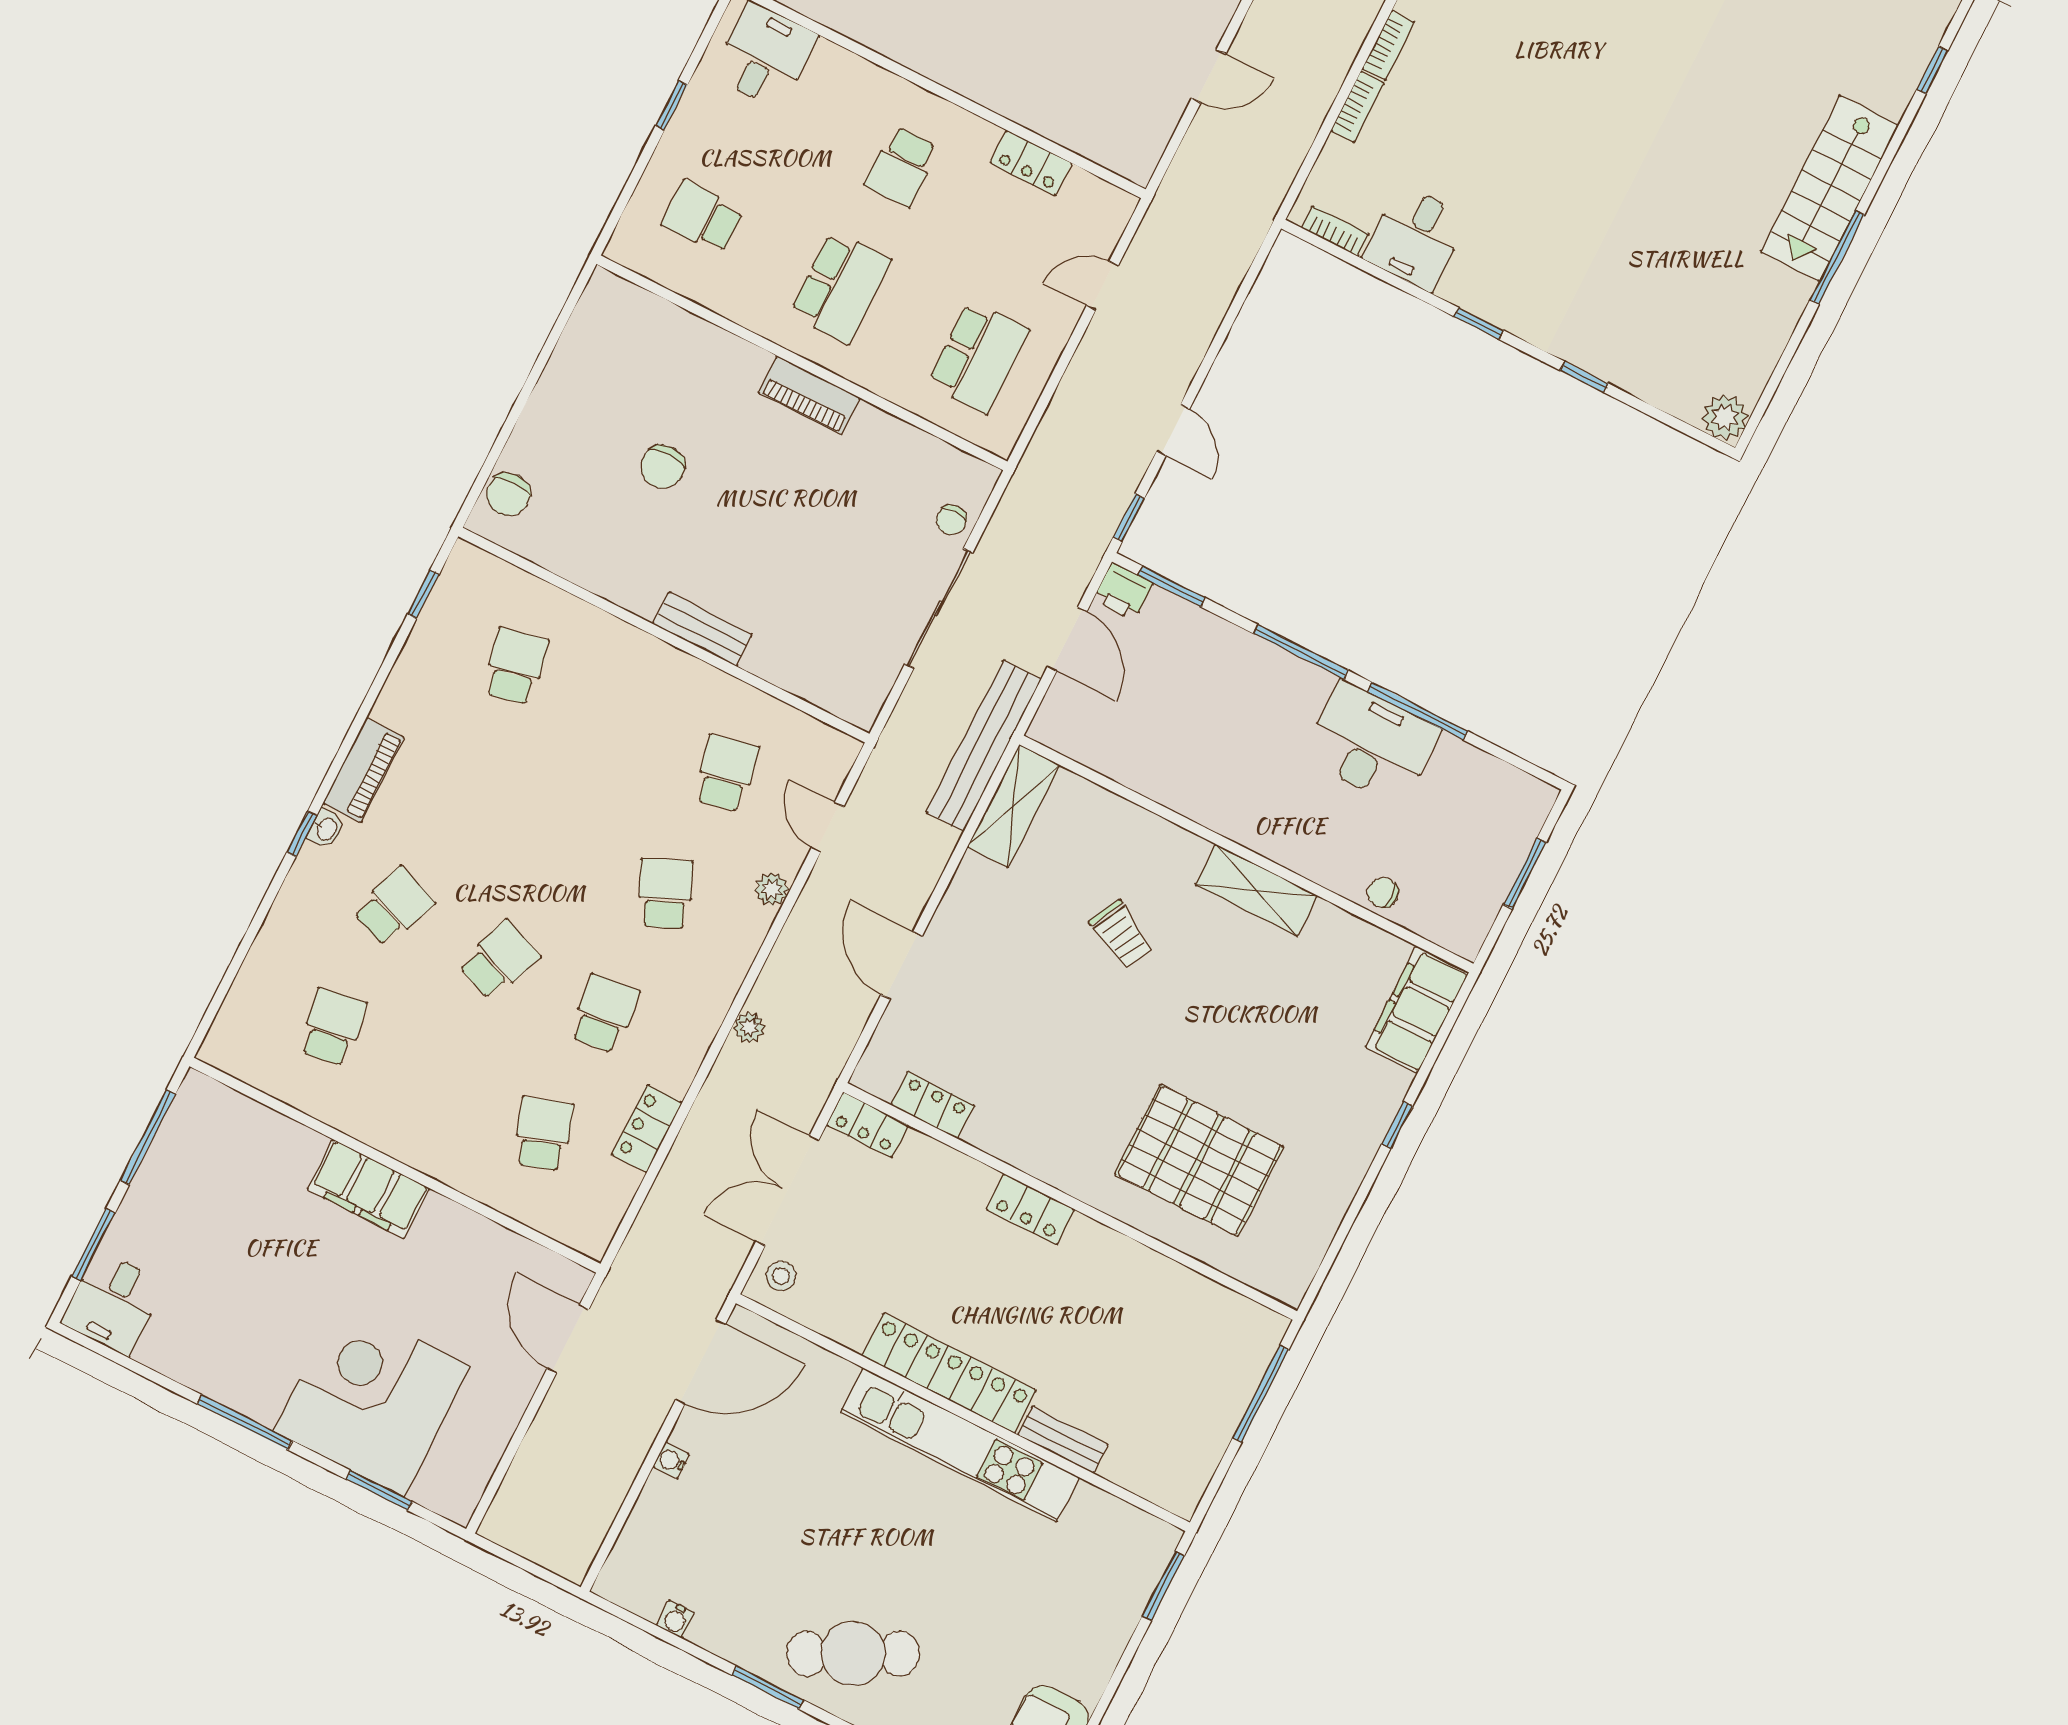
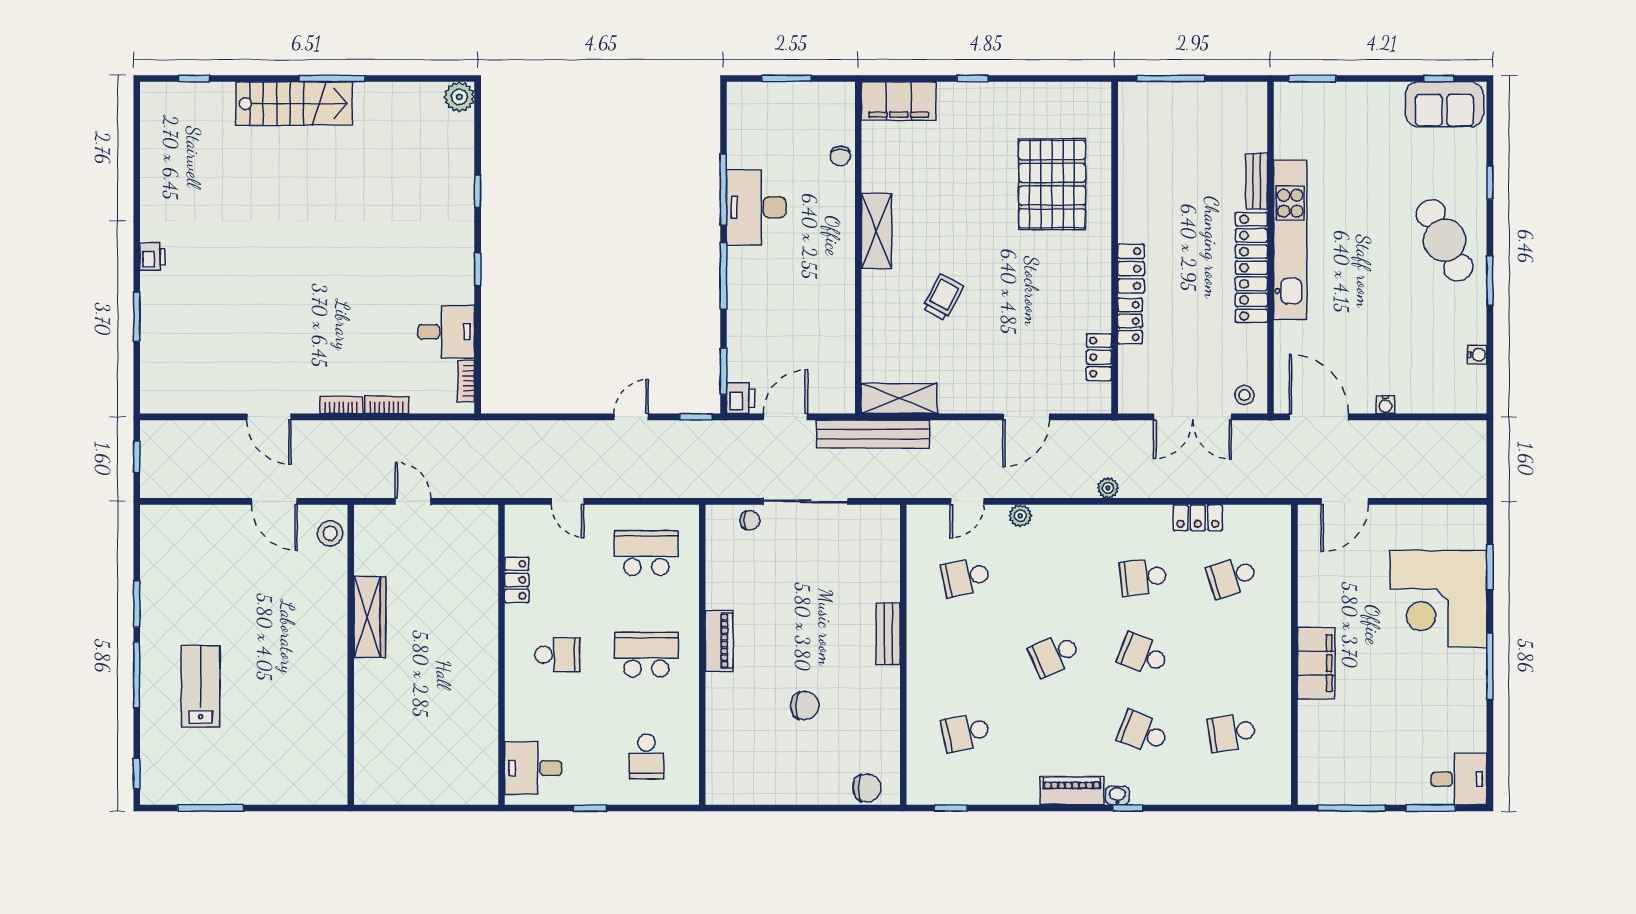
school desk: (665, 893) -> (1054, 655), moved
locker: (867, 1125) -> (1130, 321), moved

